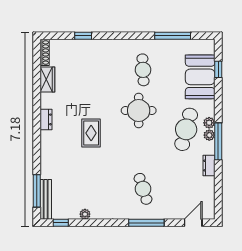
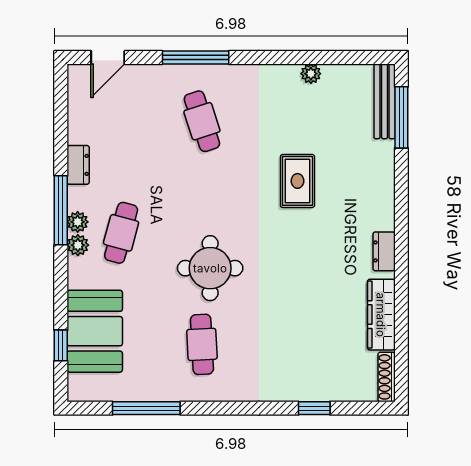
wardrobe: (47, 79) -> (381, 315), width x1.50
cafe table: (186, 129) -> (121, 233), width x0.73, depth x0.74
rug: (91, 133) -> (297, 181), moved
window: (61, 223) -> (356, 57), removed

